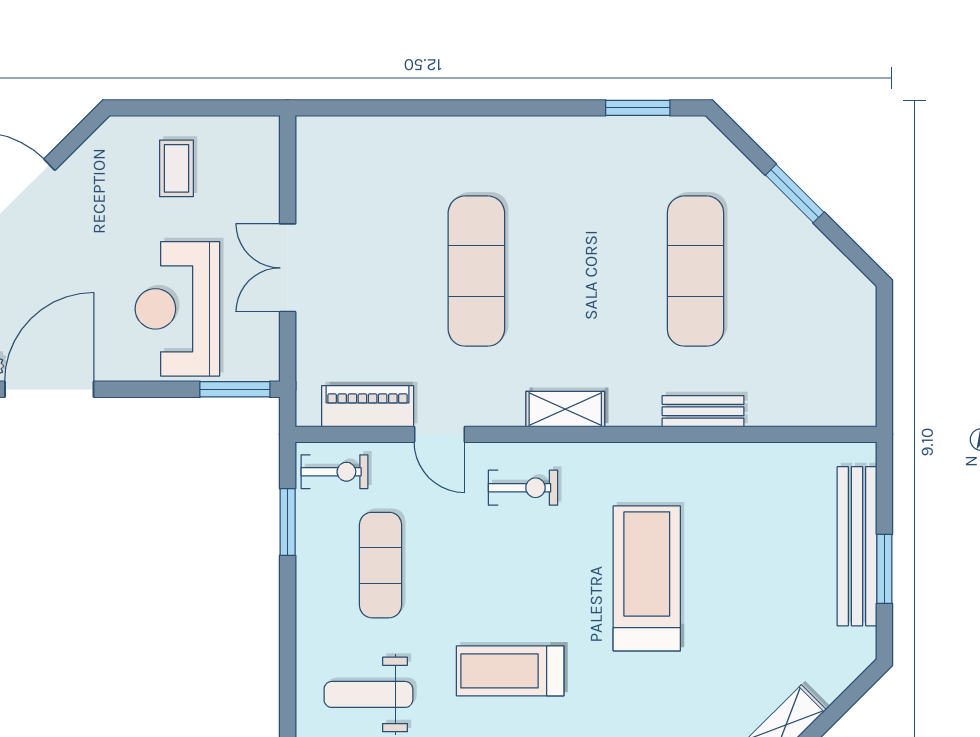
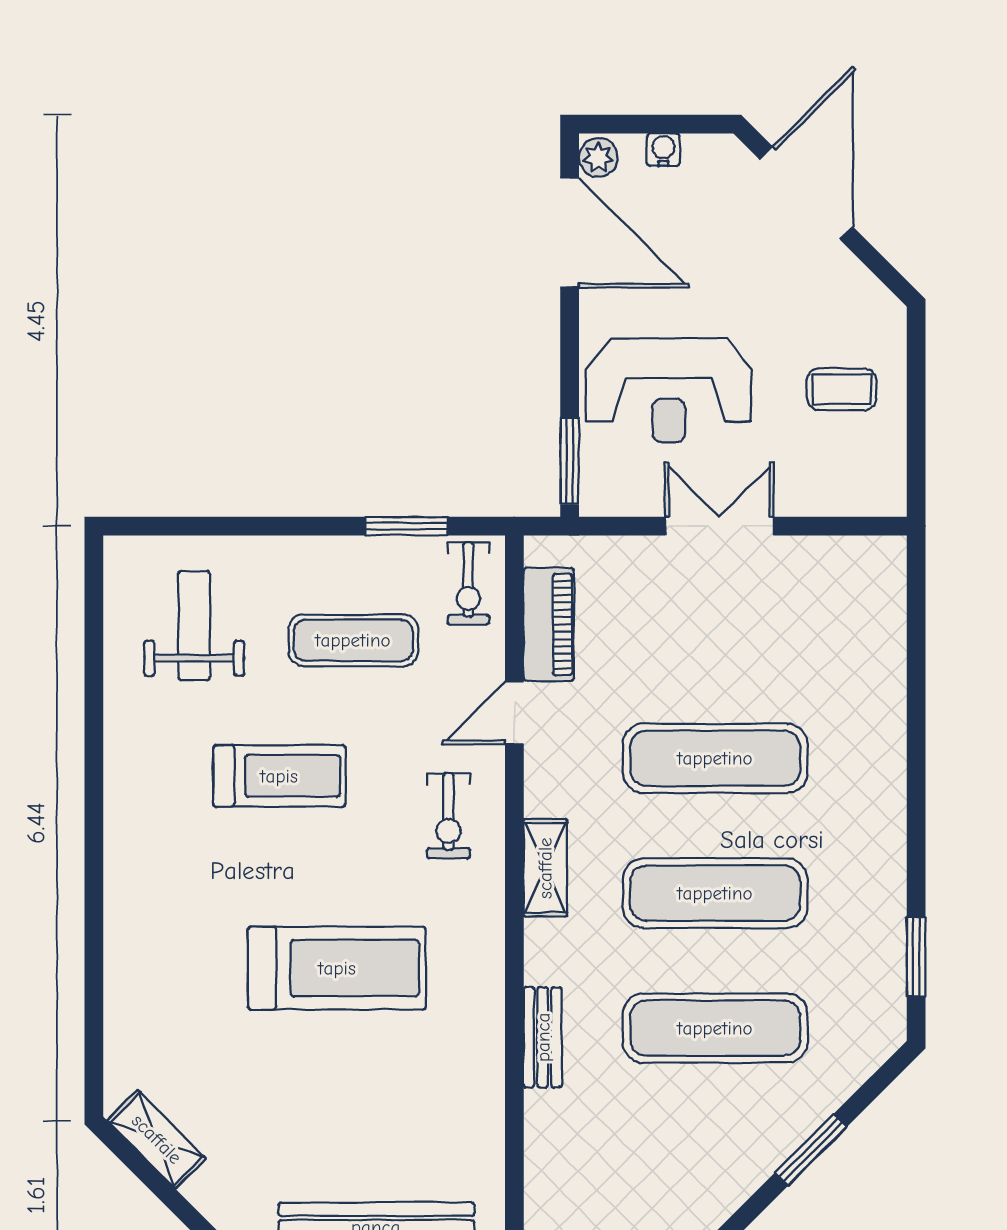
exercise mat: (586, 271) -> (715, 893), added
reception desk: (177, 309) -> (669, 390), turned 180
treadmill: (510, 671) -> (279, 776), moved, turned 90

